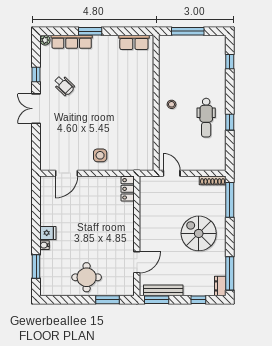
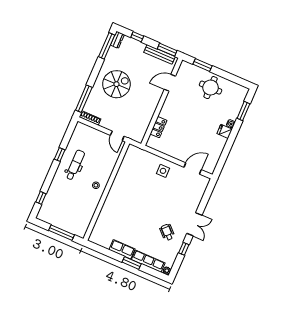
row of seats: (134, 42) -> (122, 249), moved
locker: (128, 189) -> (158, 127), moved
spiral stairs: (199, 233) -> (116, 84), turned -90

